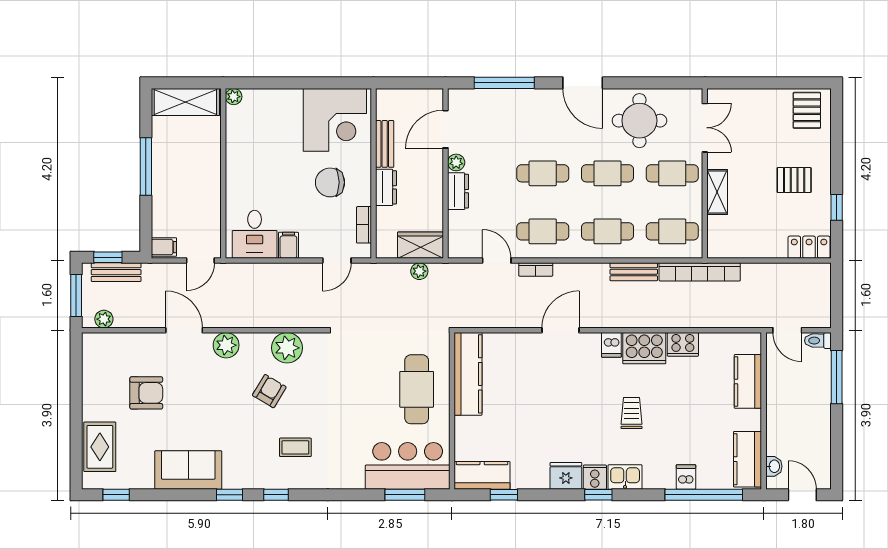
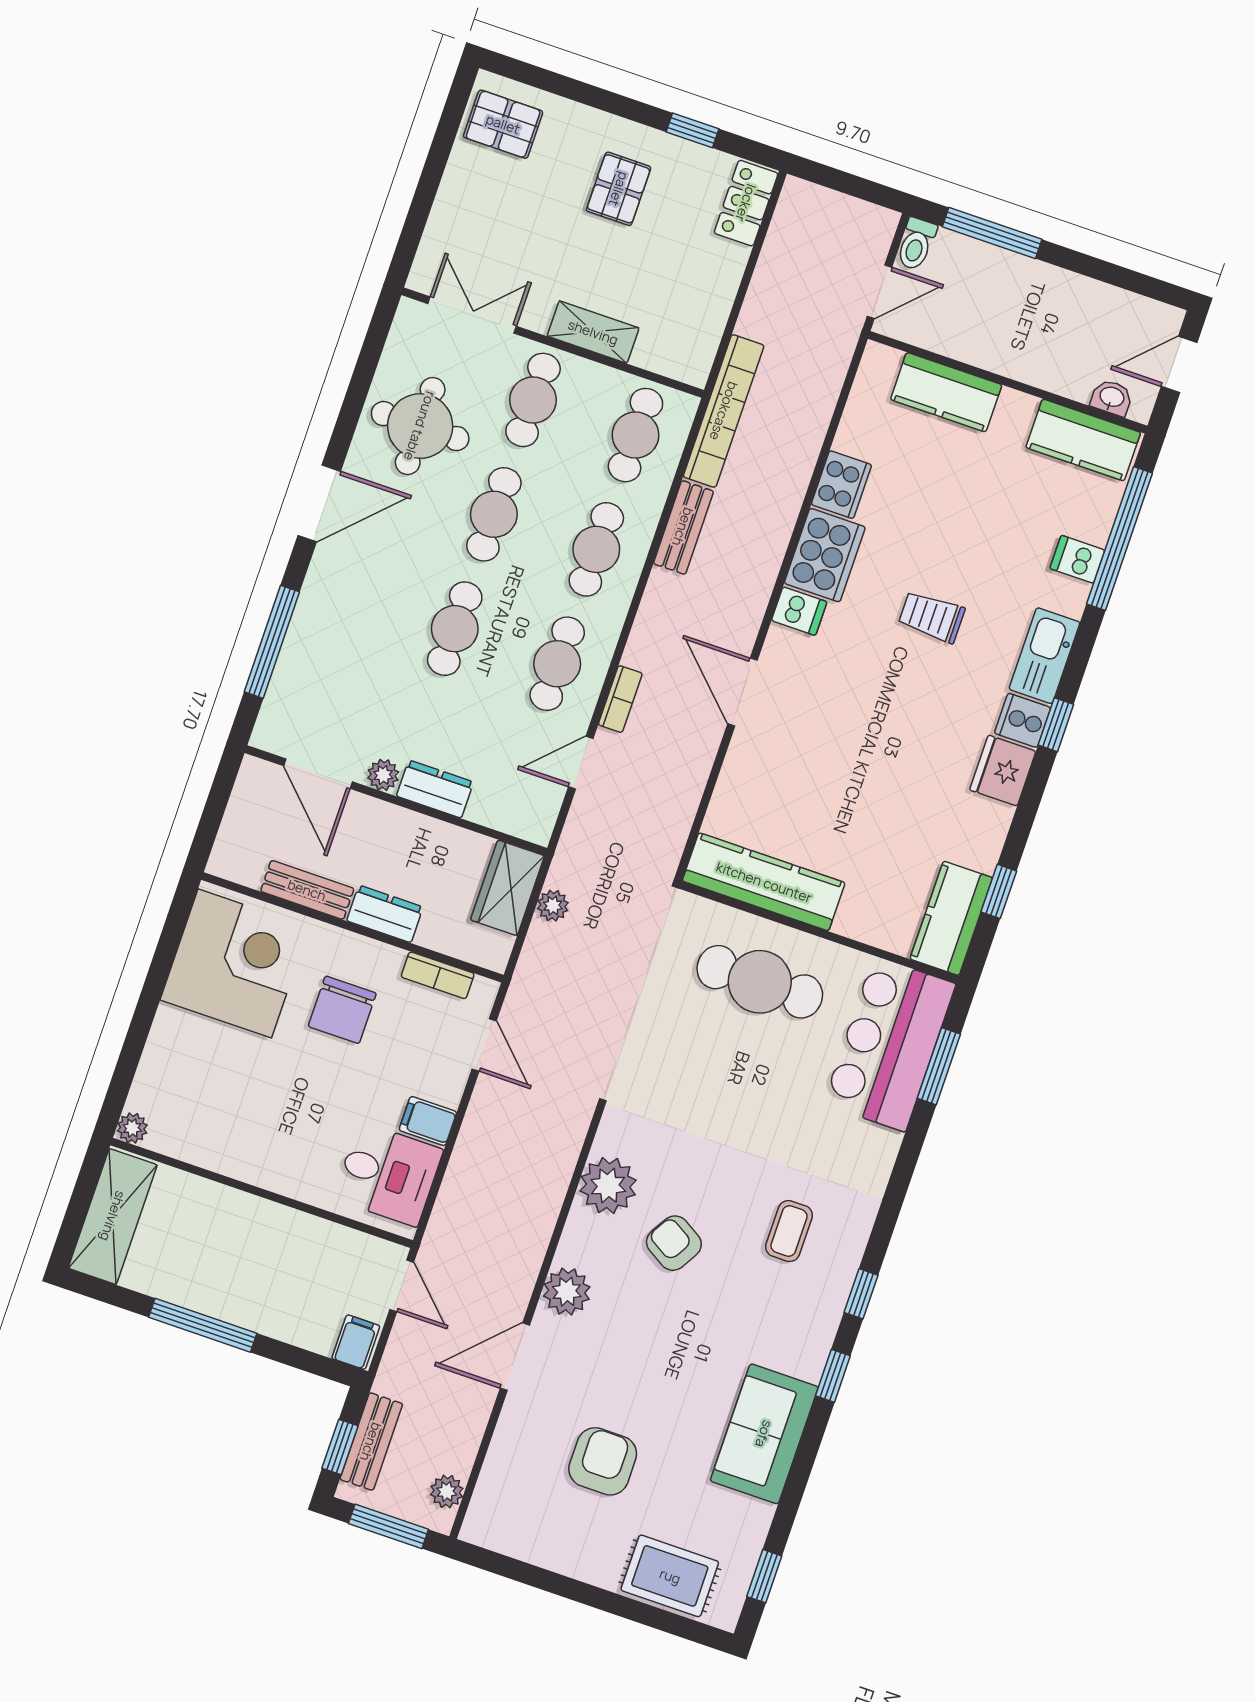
kitchen sink: (625, 477) -> (1044, 656), width x1.38

